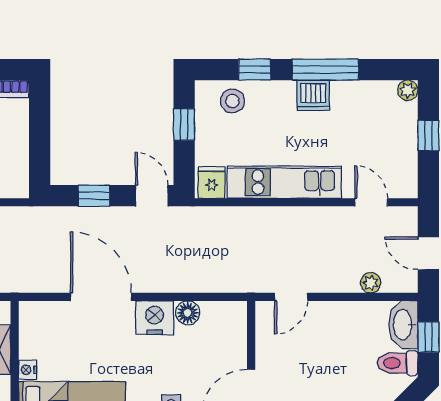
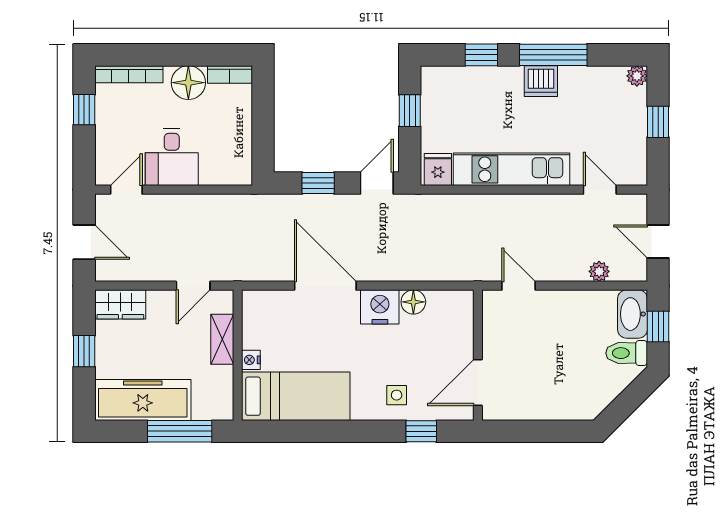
stool: (233, 101) -> (459, 87), removed
door: (152, 196) -> (377, 183), hinge flipped
door: (291, 297) -> (519, 286), swing flipped

